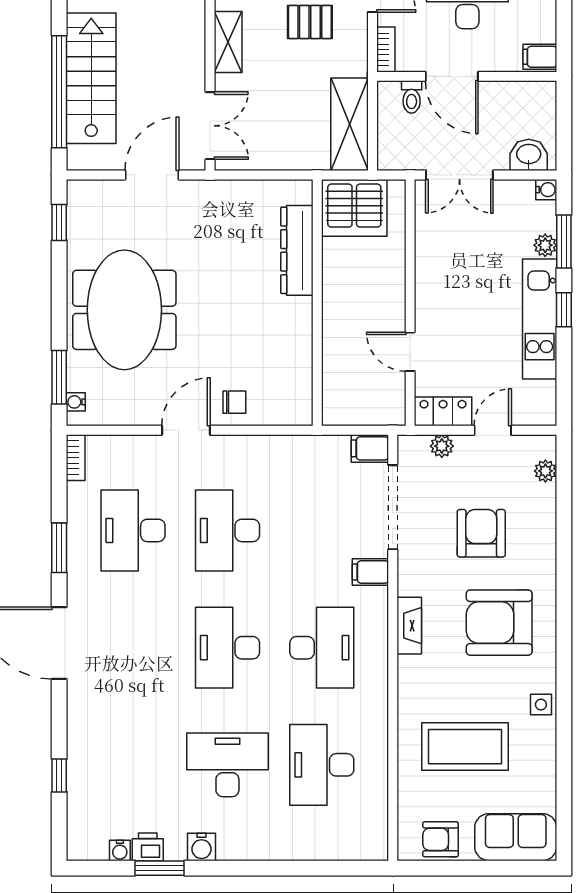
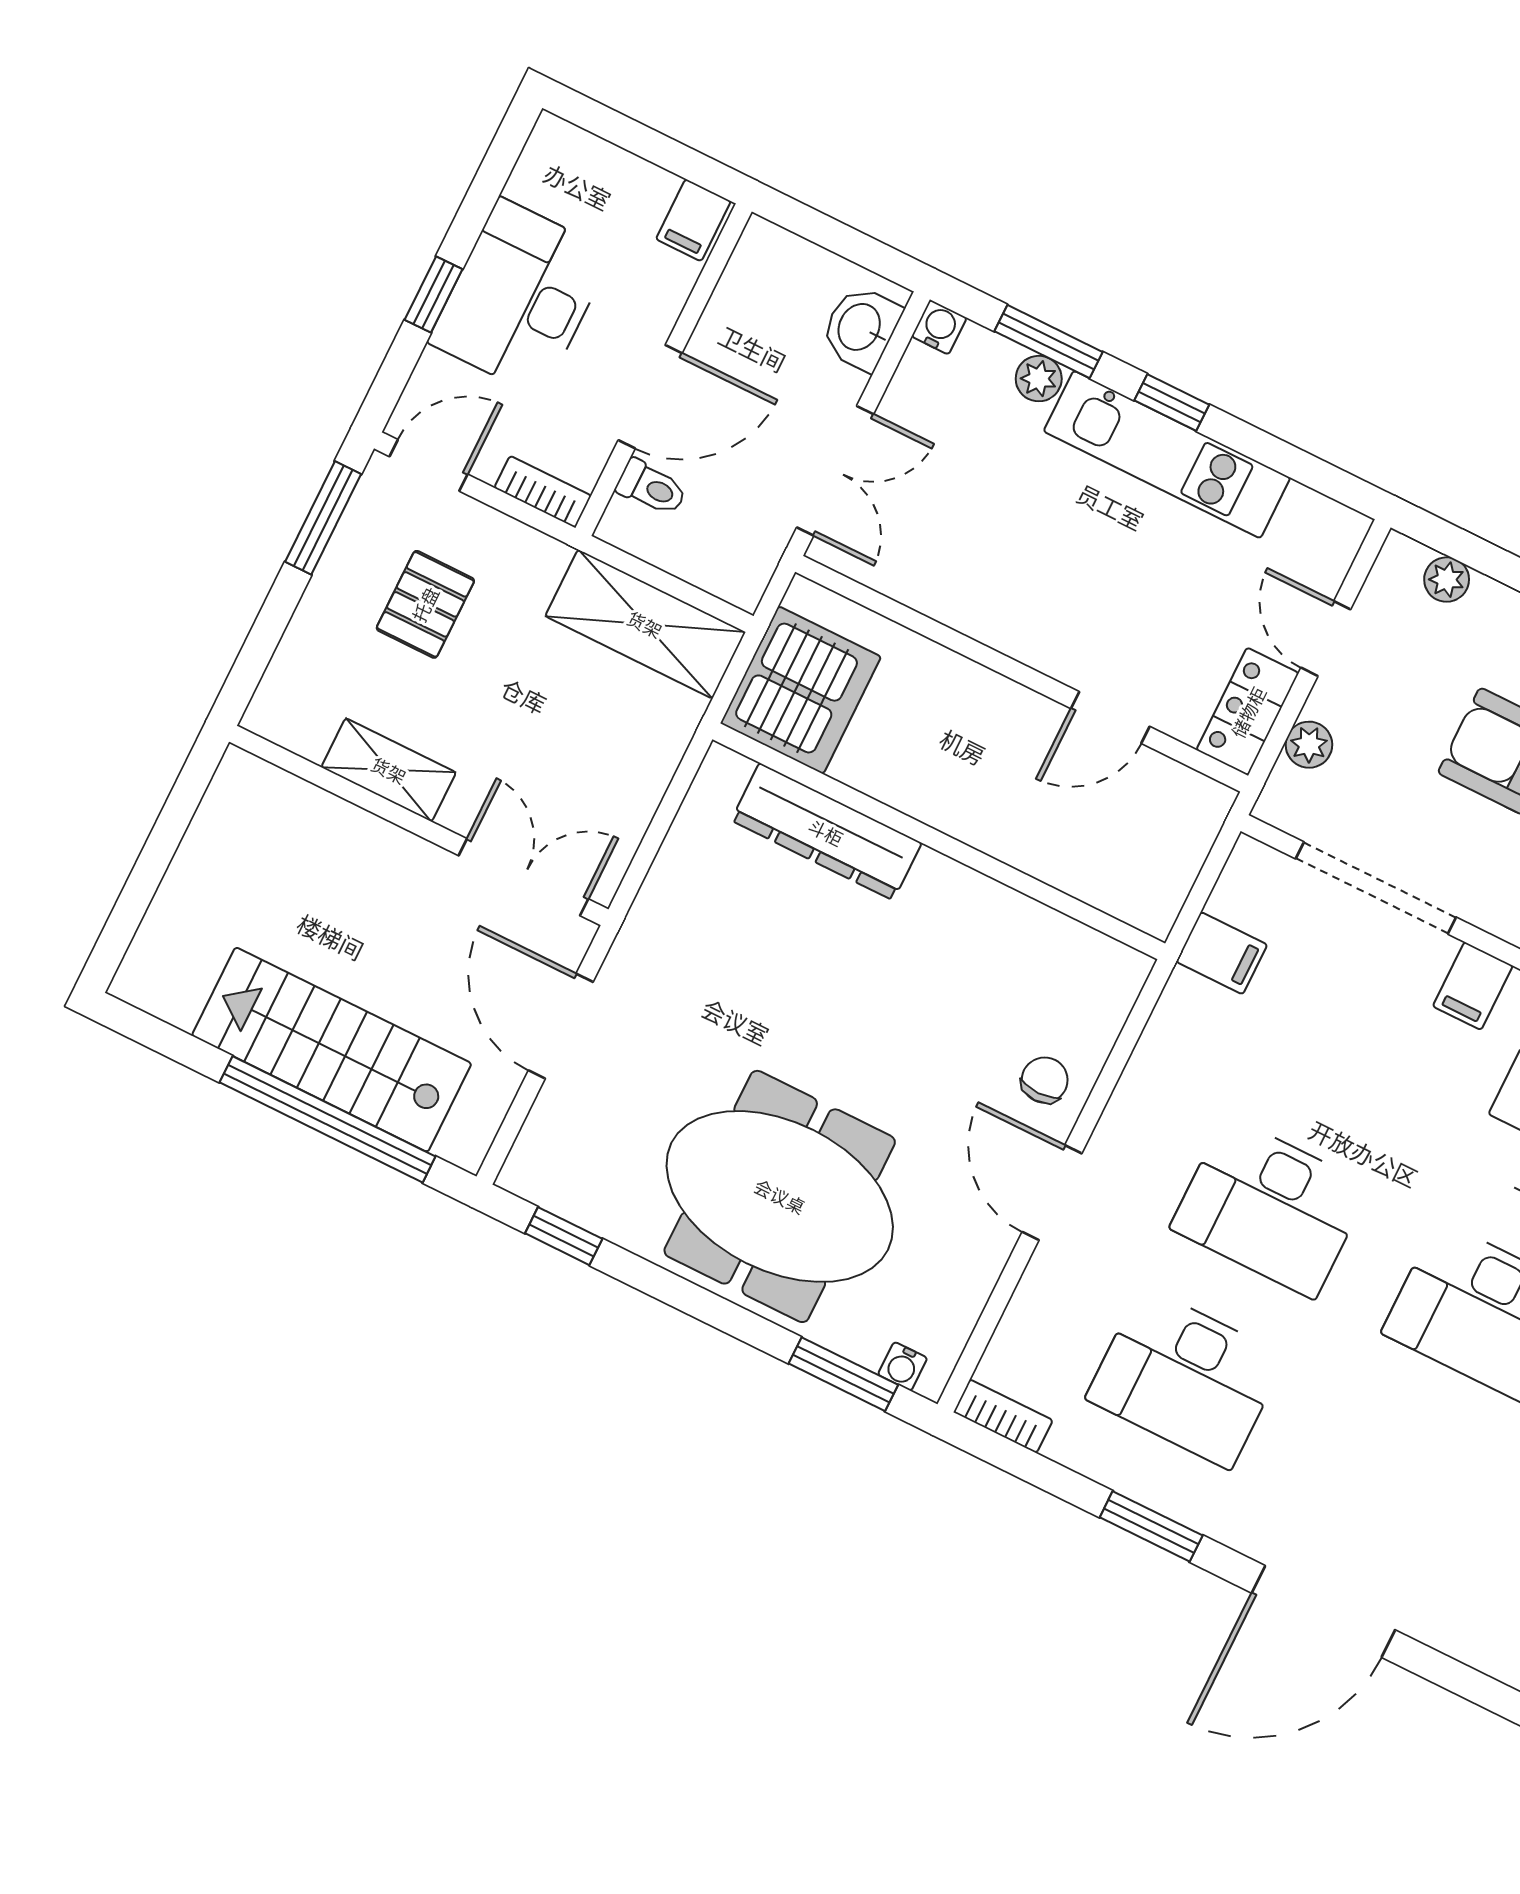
filing cabinet: (370, 448) -> (1222, 953), moved, turned -90

